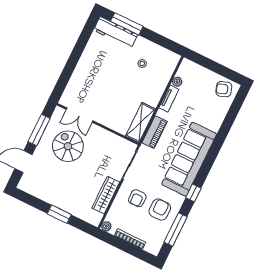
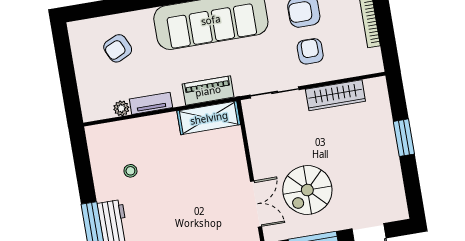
armchair: (224, 89) -> (118, 48), moved, turned 85
armchair: (137, 198) -> (310, 51), turned -90
plant: (106, 226) -> (376, 65), removed

